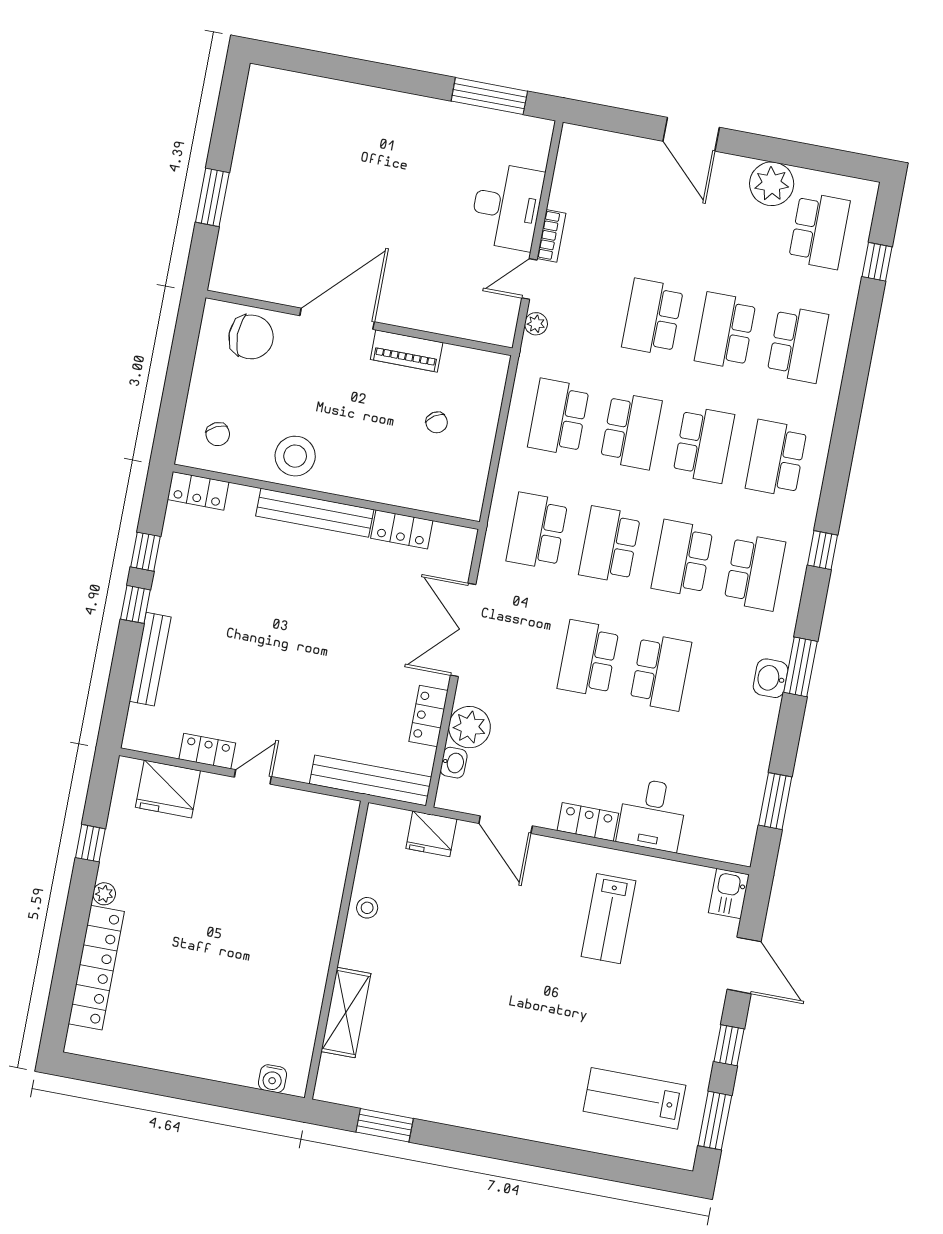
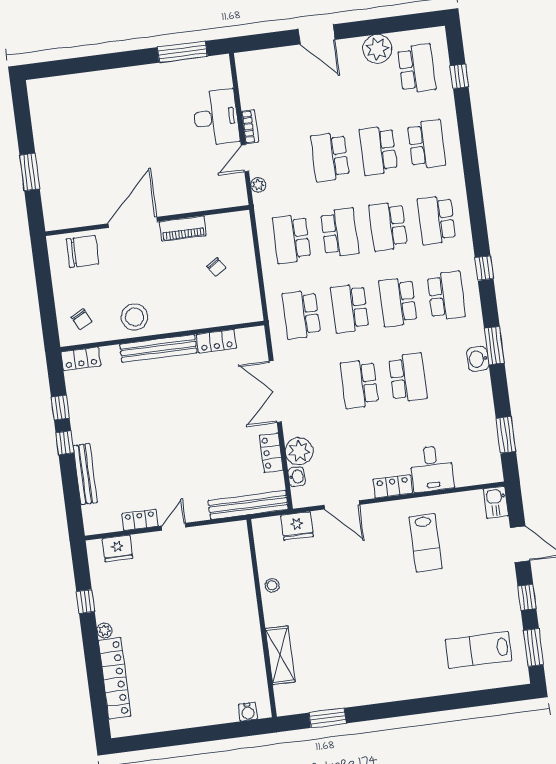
school desk: (704, 445) -> (388, 226), turned 180
fridge: (168, 789) -> (117, 548), width x0.73, depth x0.75

